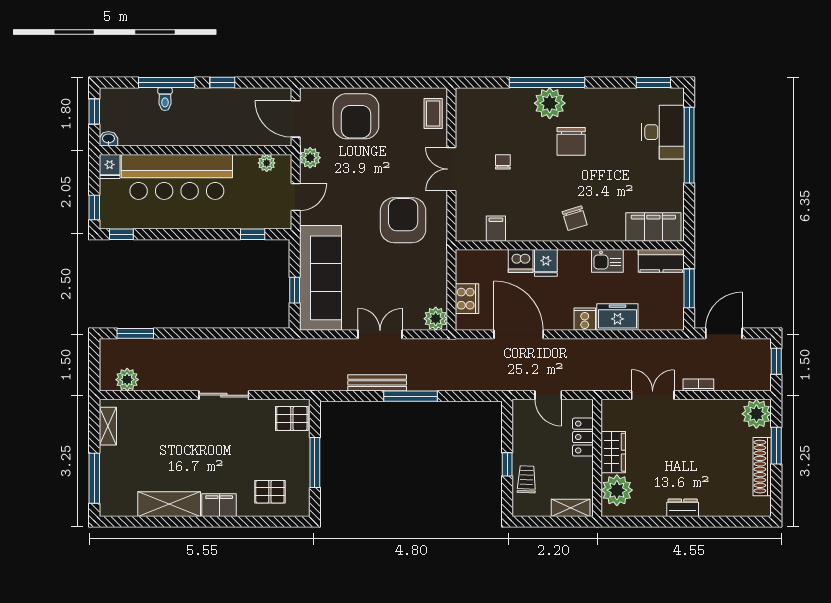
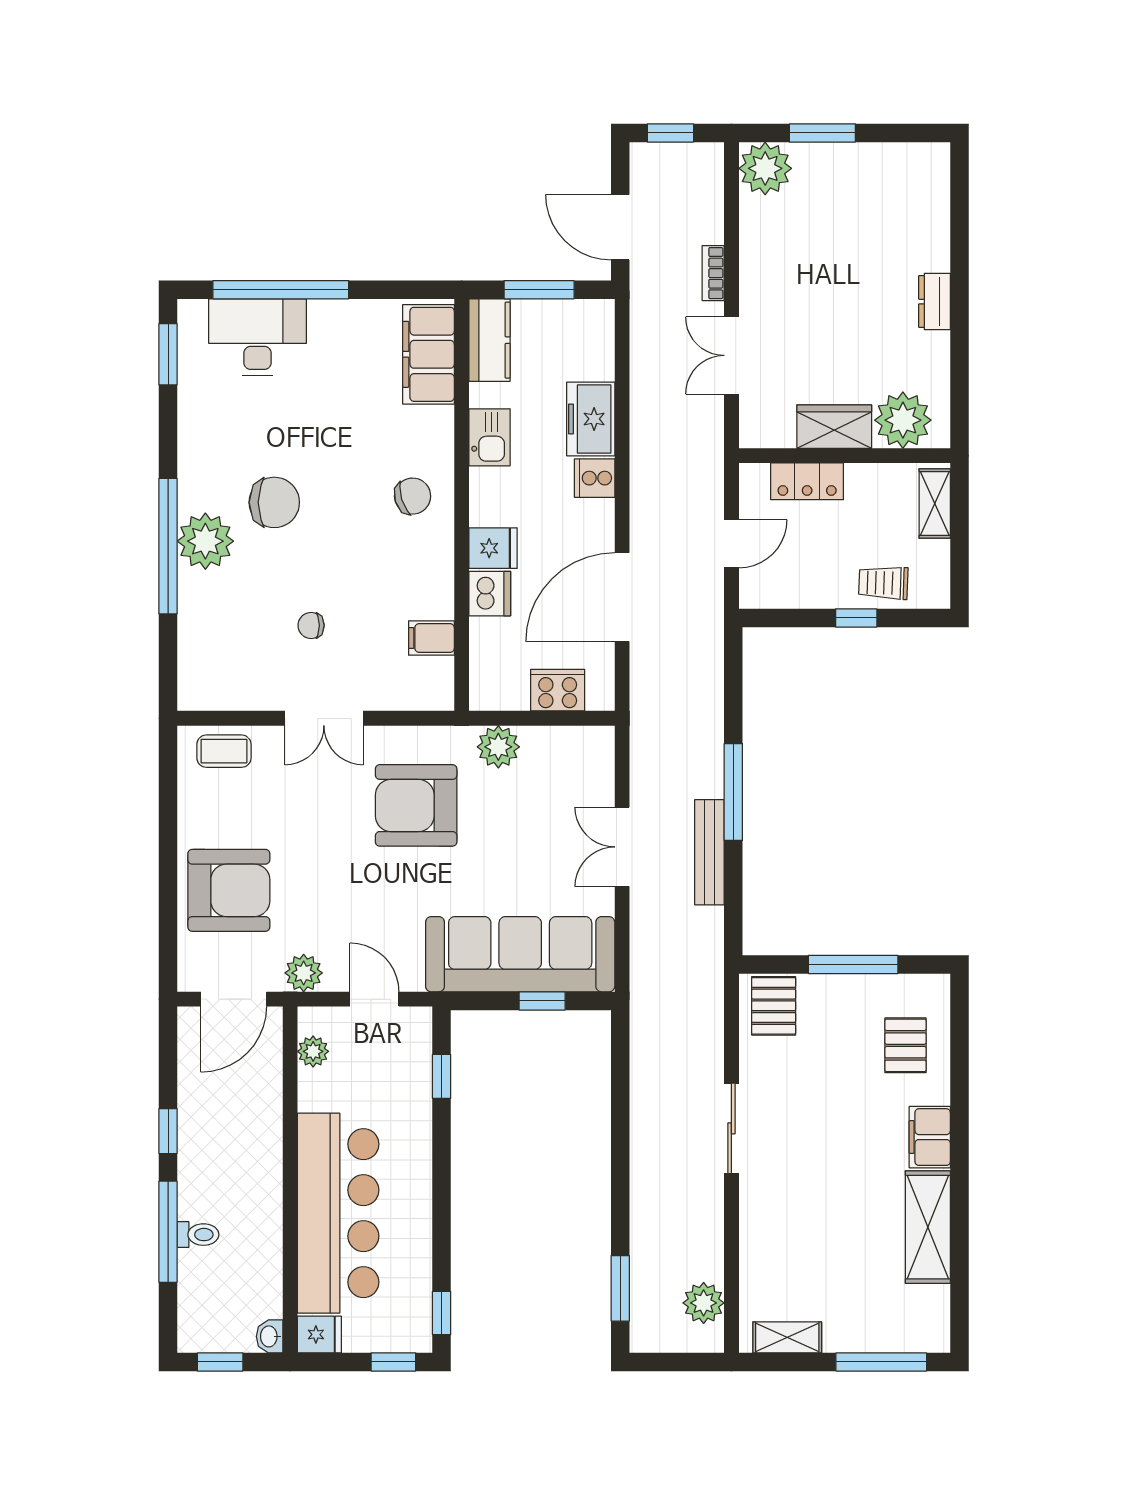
plant: (436, 319) -> (498, 747), moved
shoe rack: (762, 467) -> (860, 158), removed

